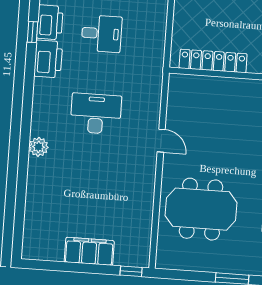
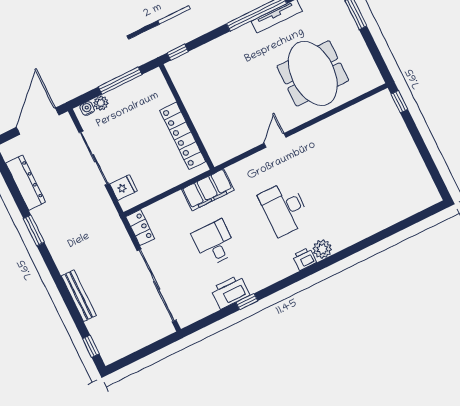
printer: (48, 59) -> (304, 259), moved, width x0.53, depth x0.68
plant: (39, 147) -> (322, 249), moved
filing cabinet: (89, 251) -> (208, 190), moved, turned -90

